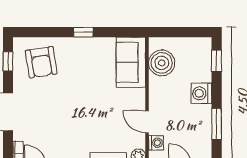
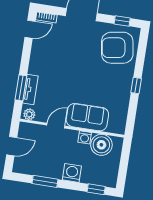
armchair: (41, 62) -> (117, 48), width x1.36, depth x1.36
sofa: (131, 62) -> (87, 117), moved
washing machine: (156, 143) -> (85, 137), moved

